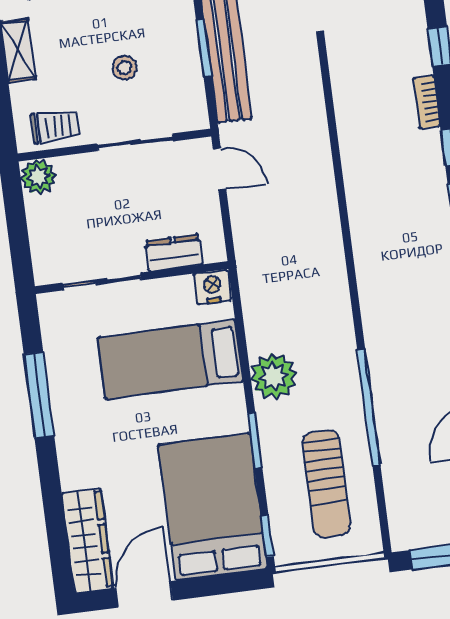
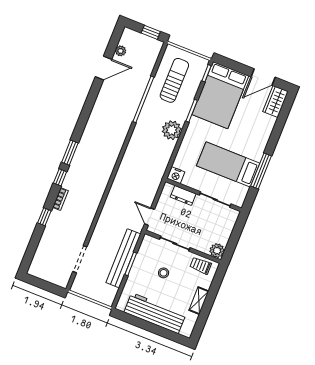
bed: (170, 359) -> (228, 164), moved, turned 180
wardrobe: (88, 541) -> (276, 101), width x0.67

